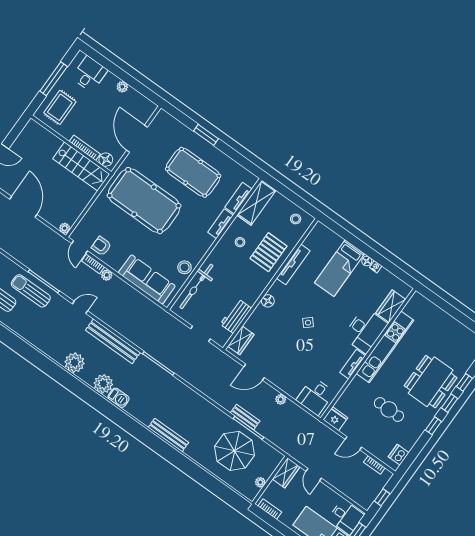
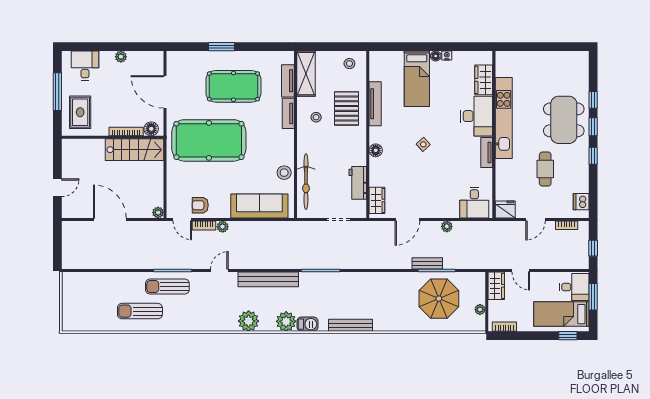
cafe table: (389, 409) -> (545, 169), turned 90
bench: (168, 435) -> (351, 325), moved

